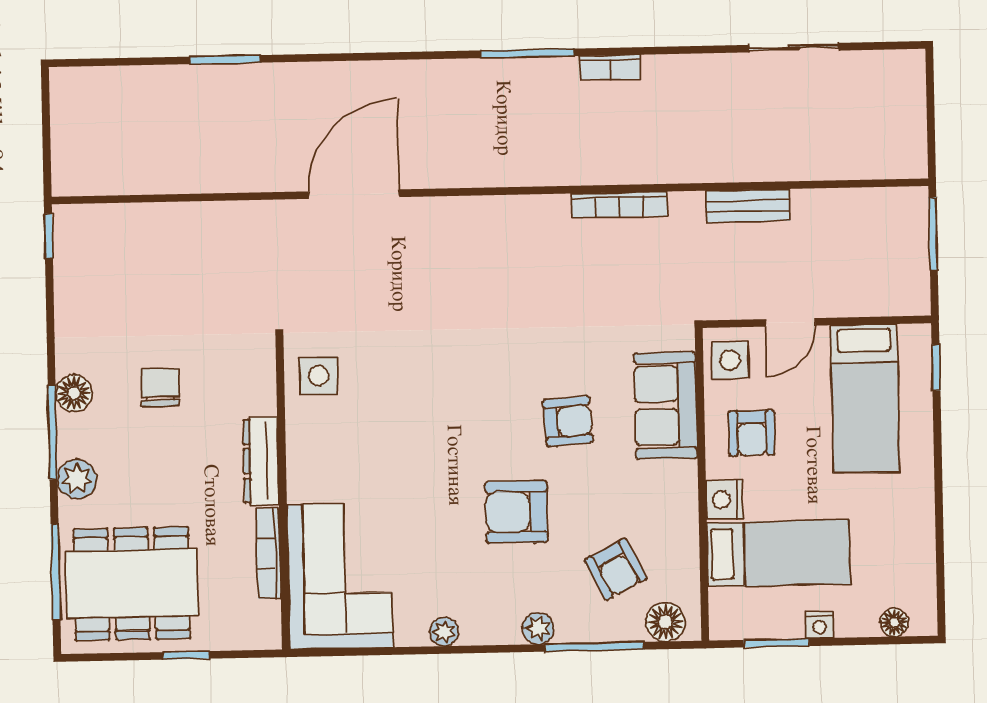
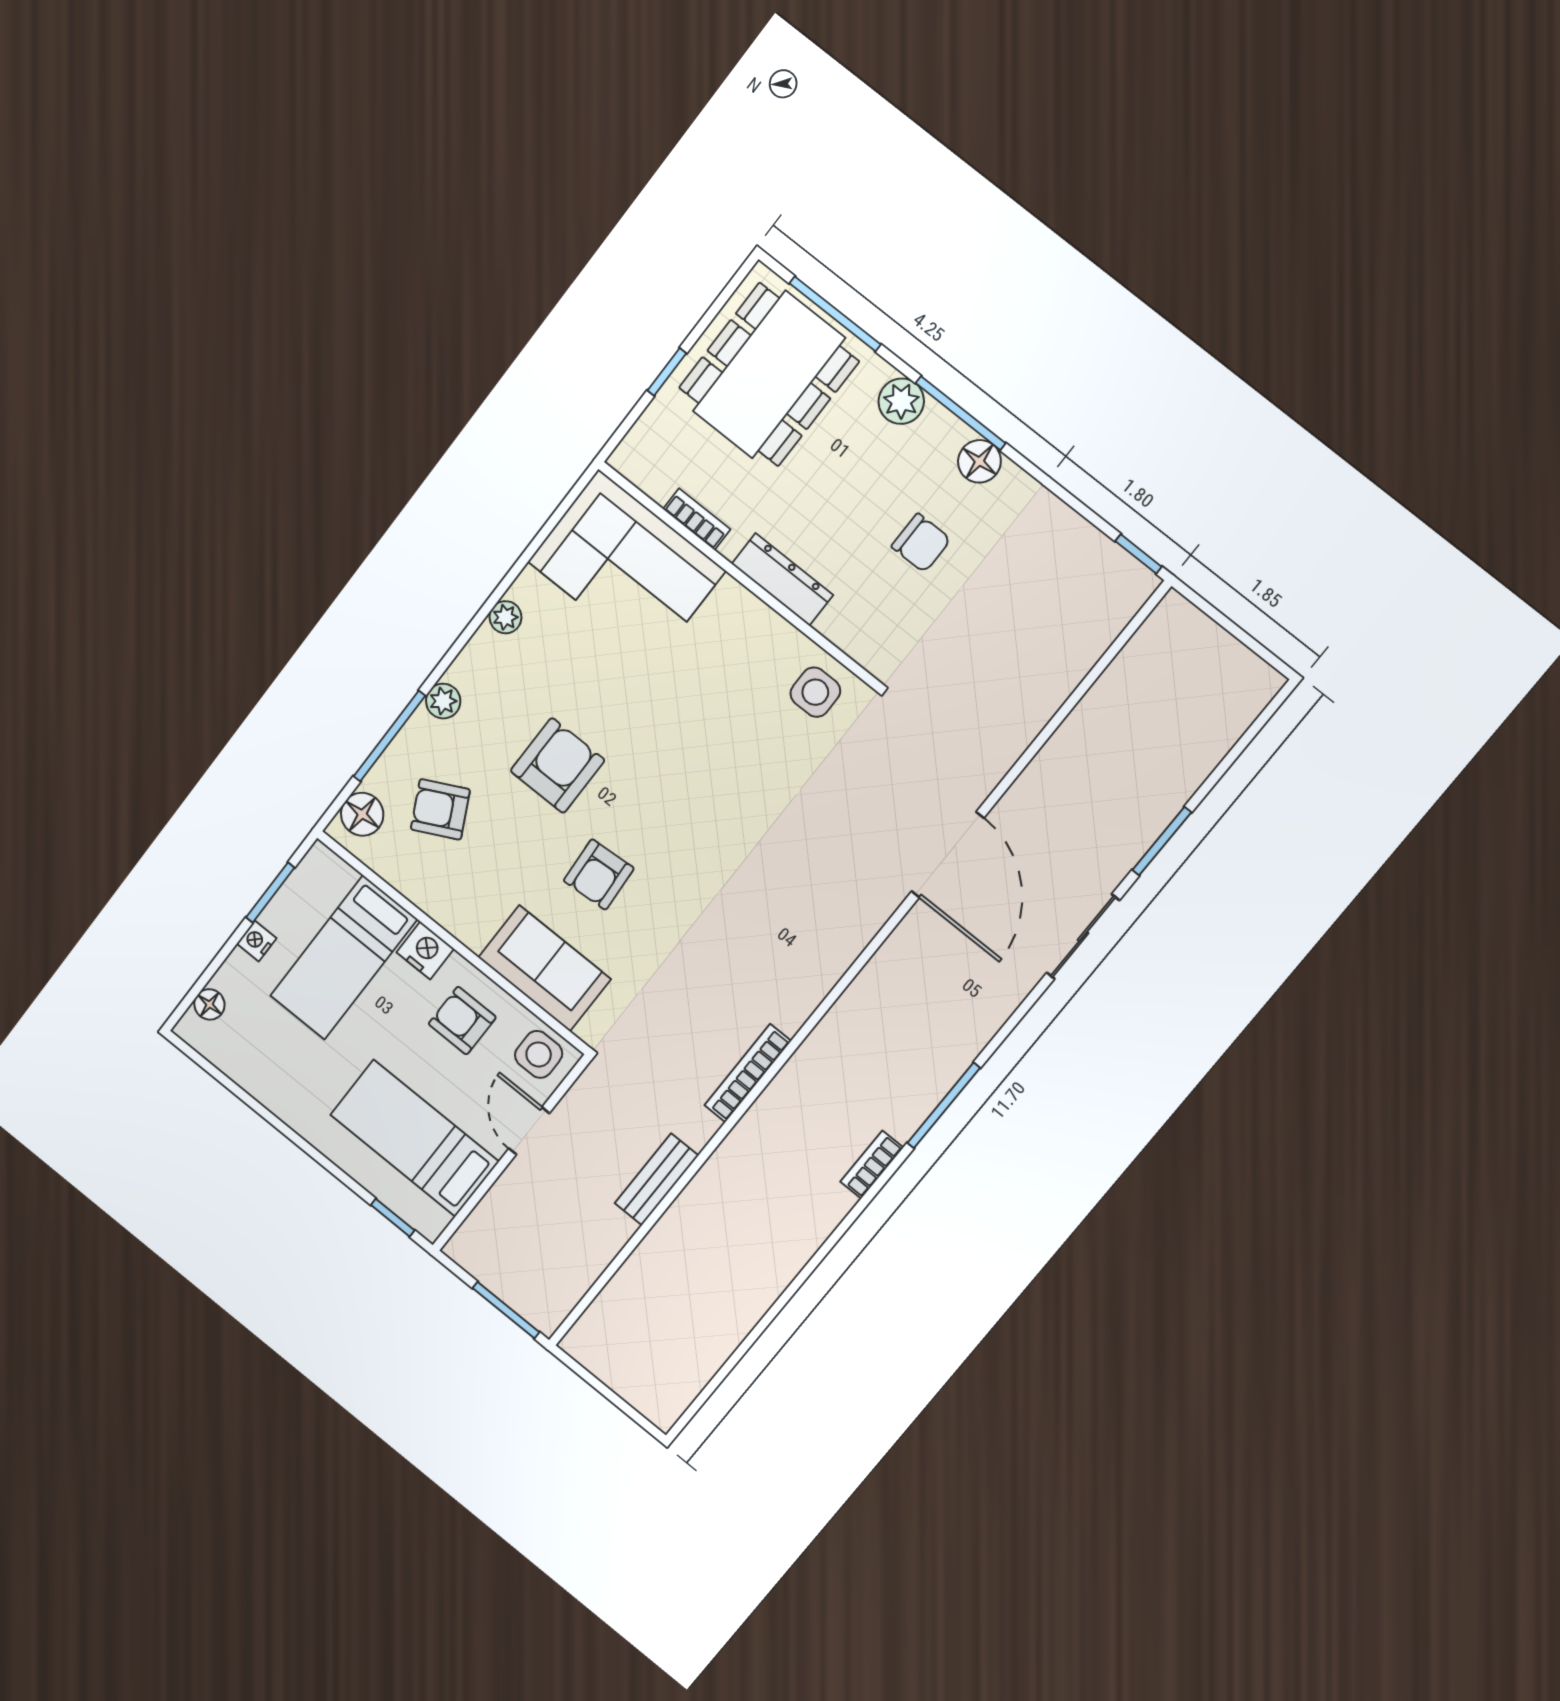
sliding door: (794, 48) -> (1083, 937), moved
bookcase: (268, 553) -> (697, 519), width x0.64

